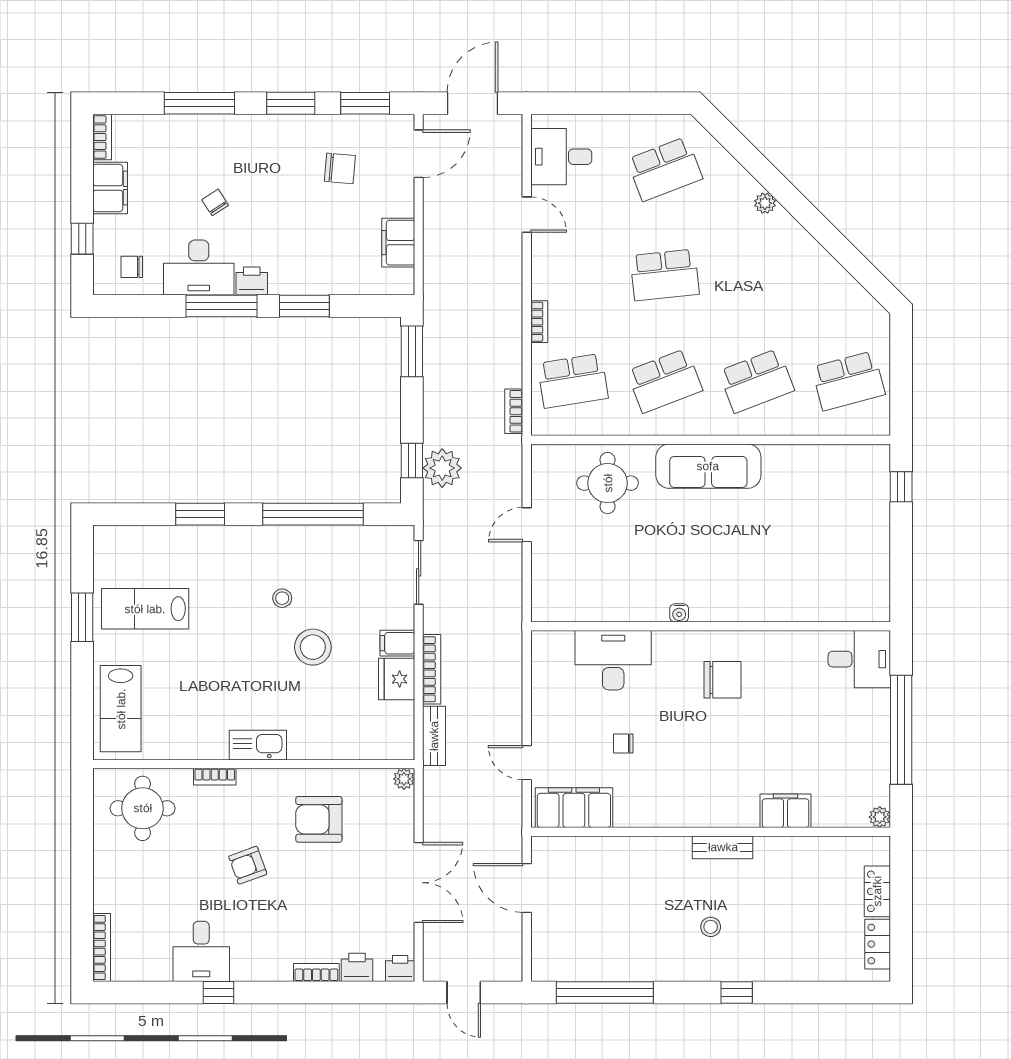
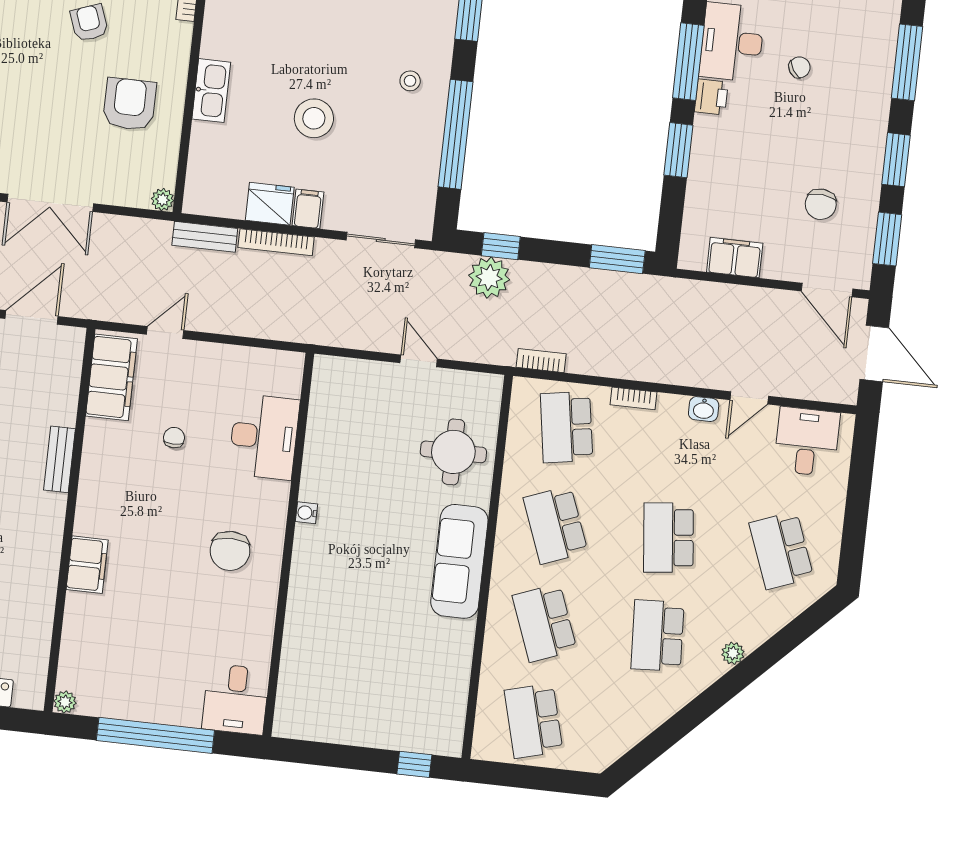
washbasin: (542, 256) -> (704, 409), added
school desk: (756, 275) -> (657, 636), added
stool: (282, 598) -> (410, 81), moved
kitchen sink: (258, 745) -> (211, 91), moved
filing cabinet: (785, 811) -> (87, 565), moved
bench: (723, 847) -> (60, 459), moved

